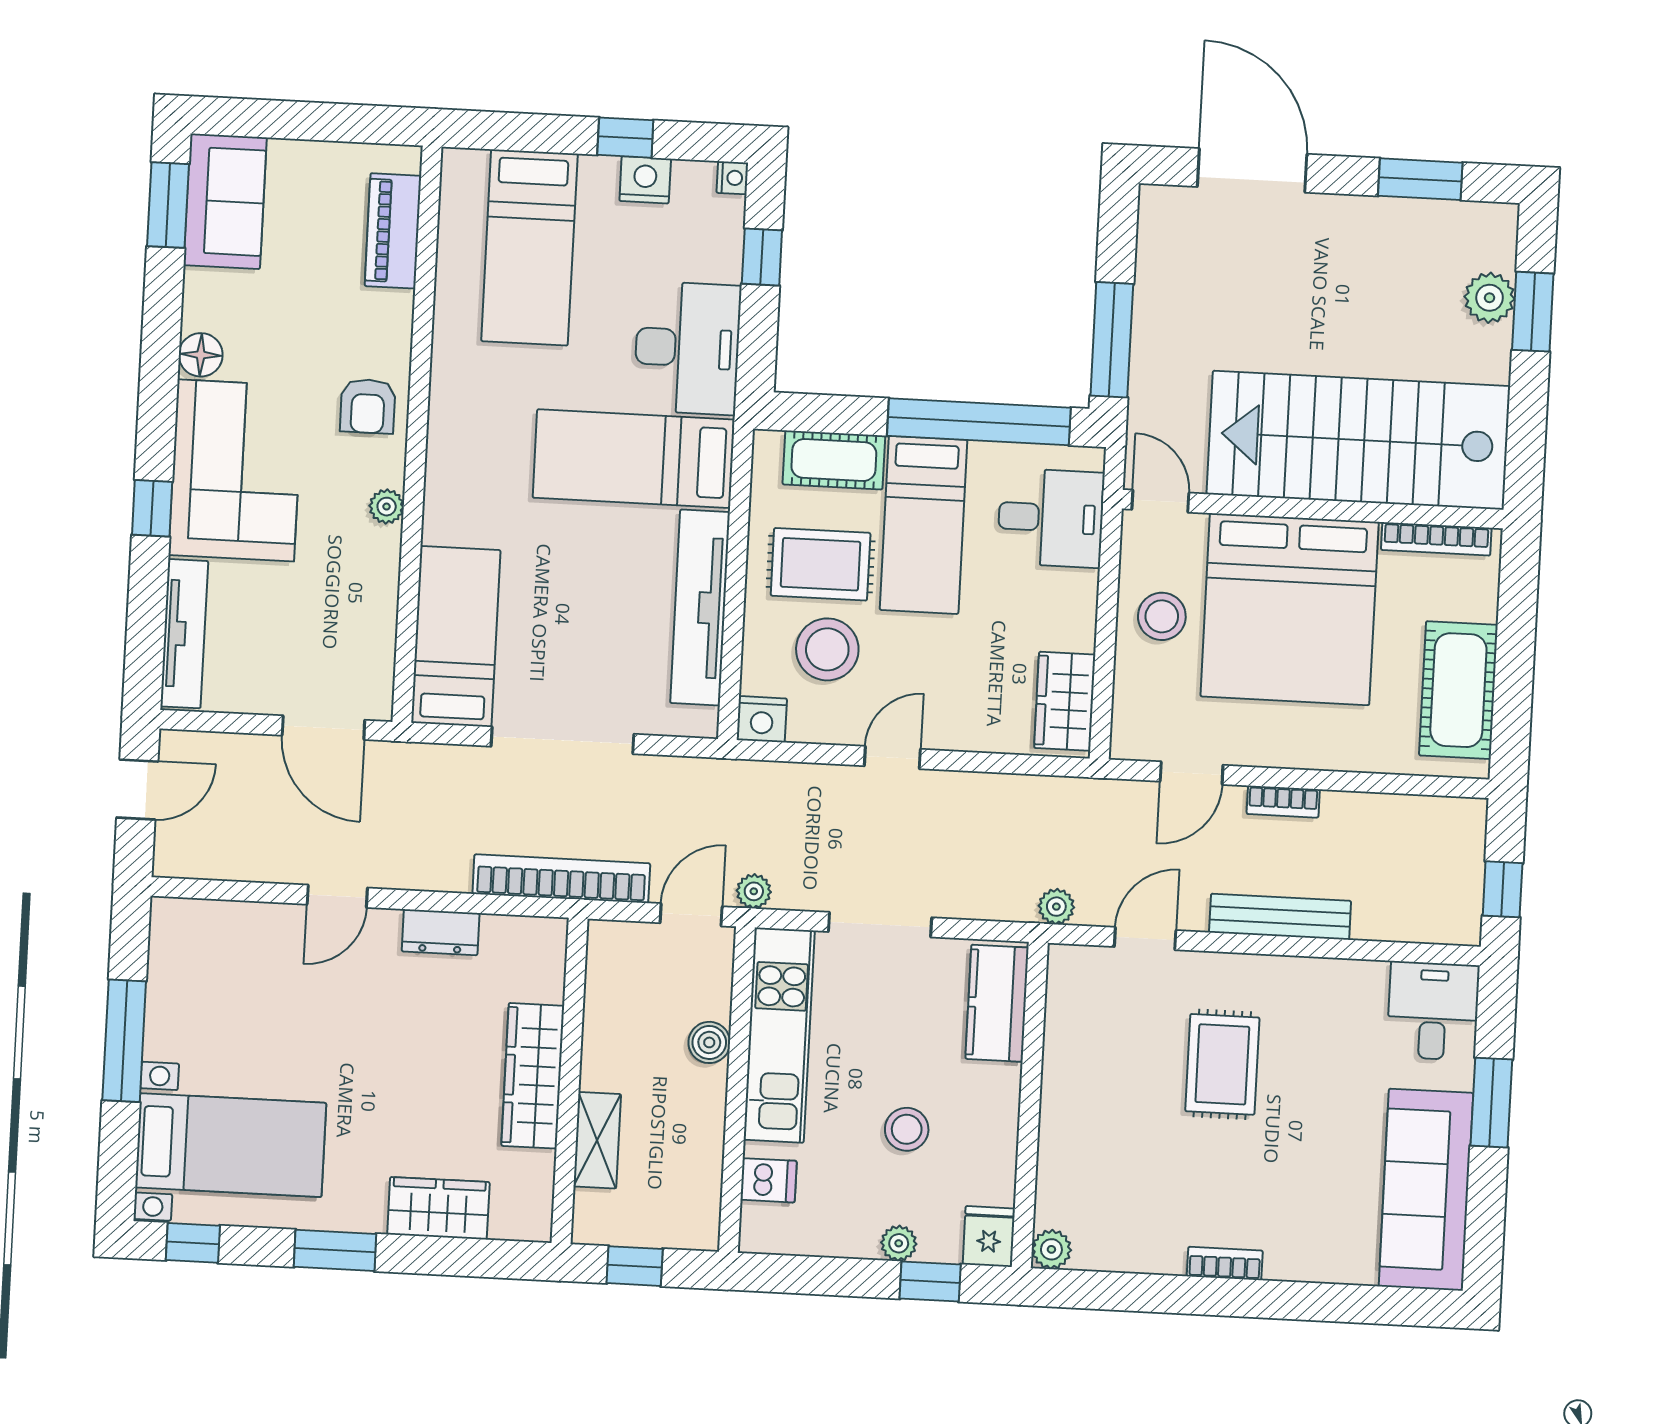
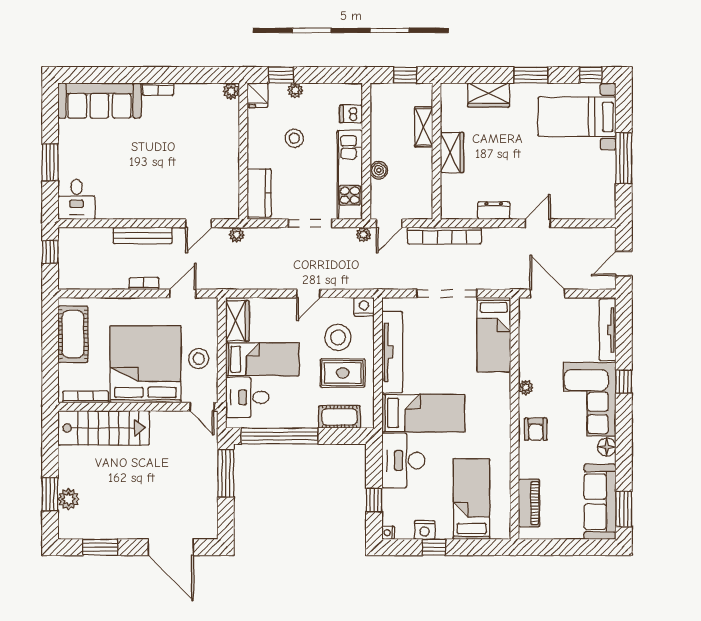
sofa: (225, 201) -> (600, 502), width x1.36
armchair: (368, 406) -> (536, 429), turned 180
stairs: (1358, 440) -> (104, 428), width x0.73, depth x0.66
bed: (924, 525) -> (262, 359), moved, turned 90
rug: (1222, 1064) -> (164, 172), removed
wardrobe: (533, 1076) -> (452, 152), width x0.67
sofa: (1426, 1190) -> (99, 101), moved, turned 90

